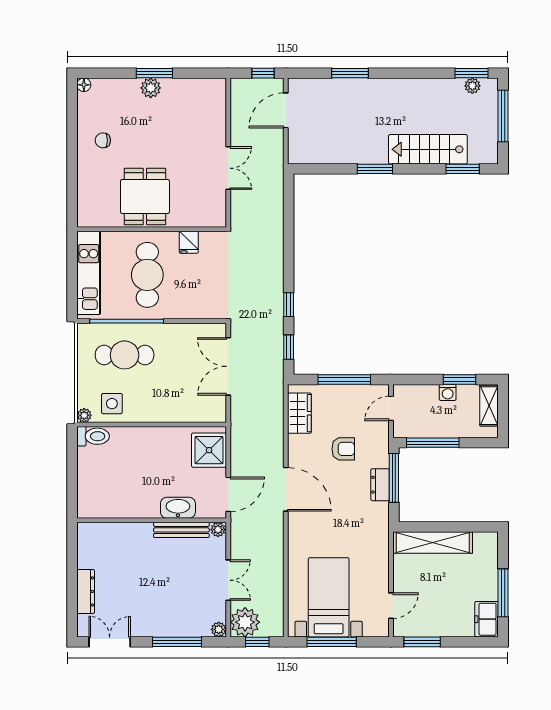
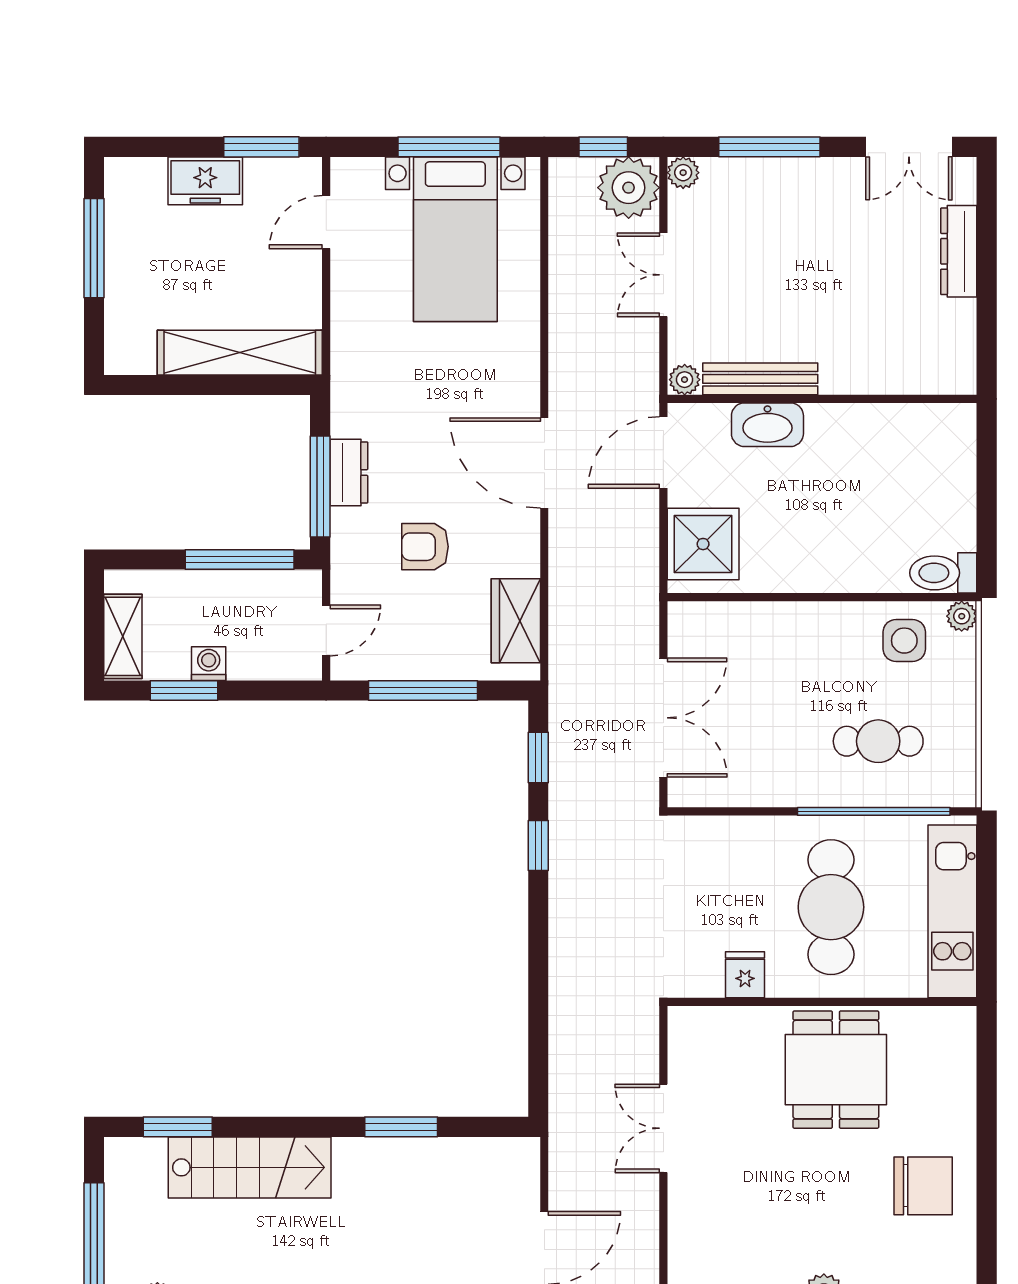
chair: (103, 140) -> (923, 1186), width x1.87, depth x1.87
window: (375, 169) -> (401, 1127), moved
cafe table: (125, 355) -> (878, 741), width x0.73, depth x0.74
freezer: (487, 619) -> (205, 181), moved, turned 90

